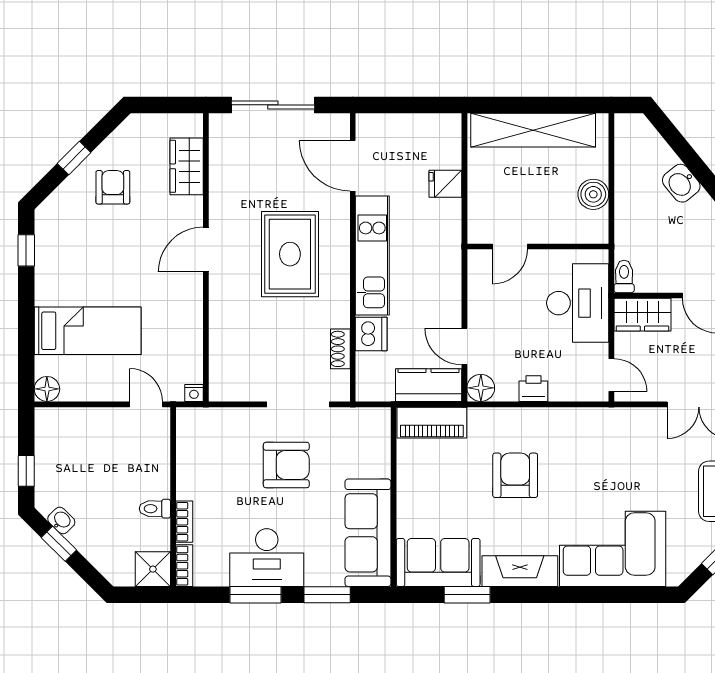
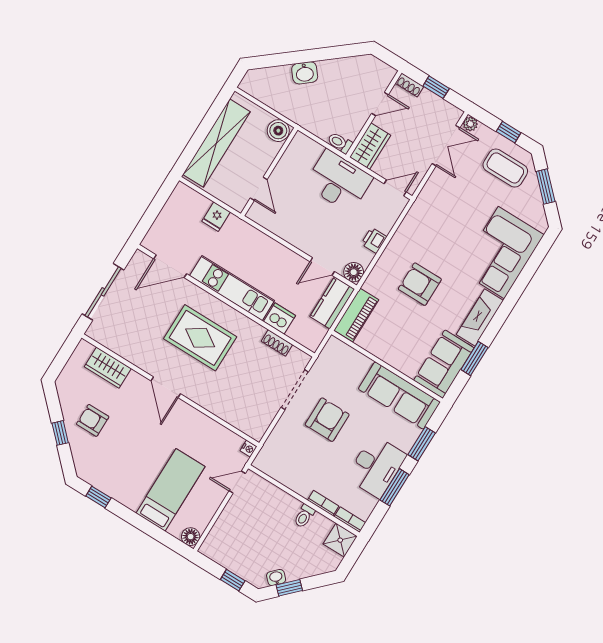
door: (510, 246) -> (259, 189), moved
wall: (538, 246) -> (269, 172), moved

